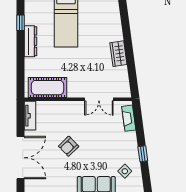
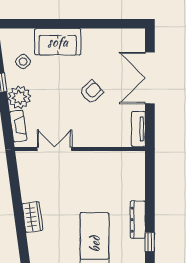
wardrobe: (118, 54) -> (32, 217), moved
cot: (48, 88) -> (117, 163), removed
plant: (128, 142) -> (19, 97), added

